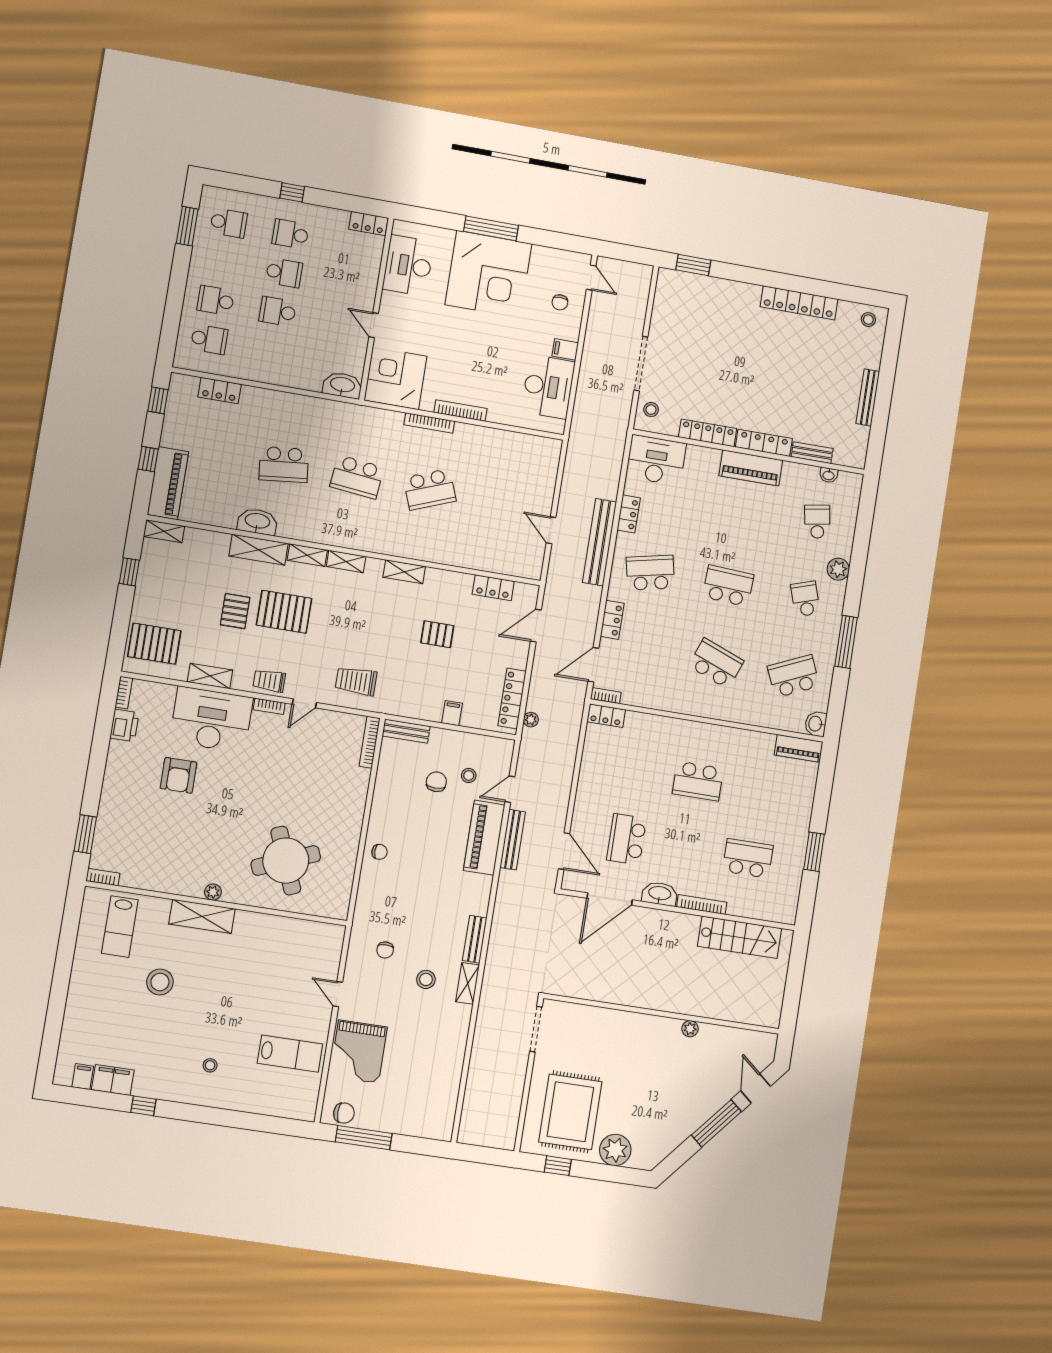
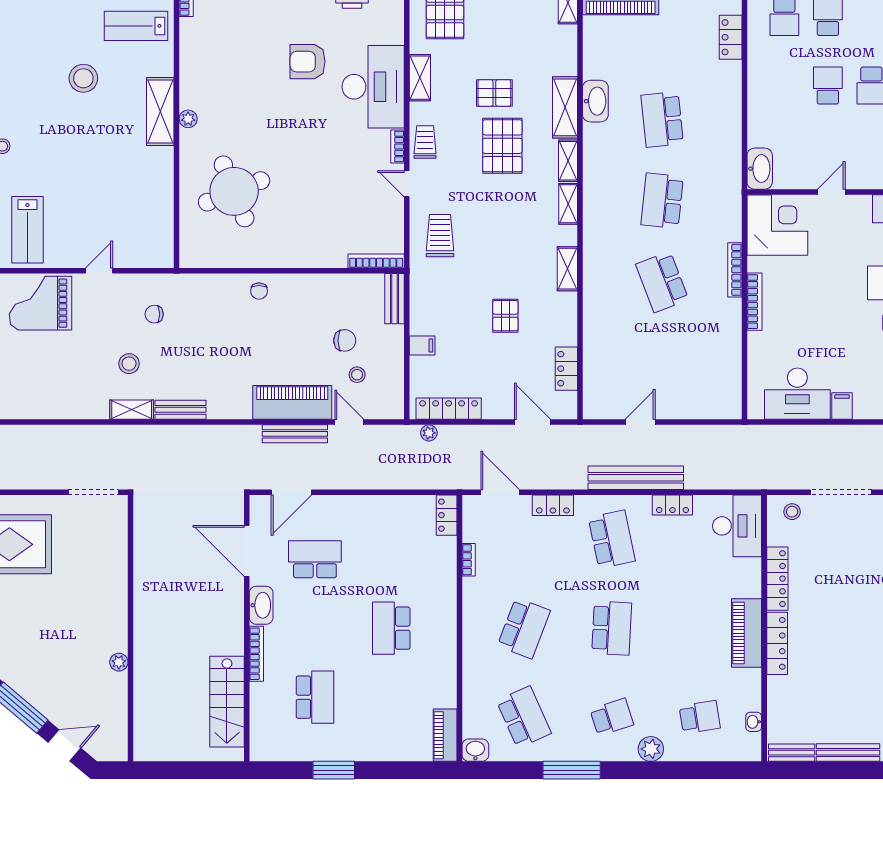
bench: (812, 453) -> (792, 753), moved, turned 90
bookcase: (606, 696) -> (469, 560), moved

